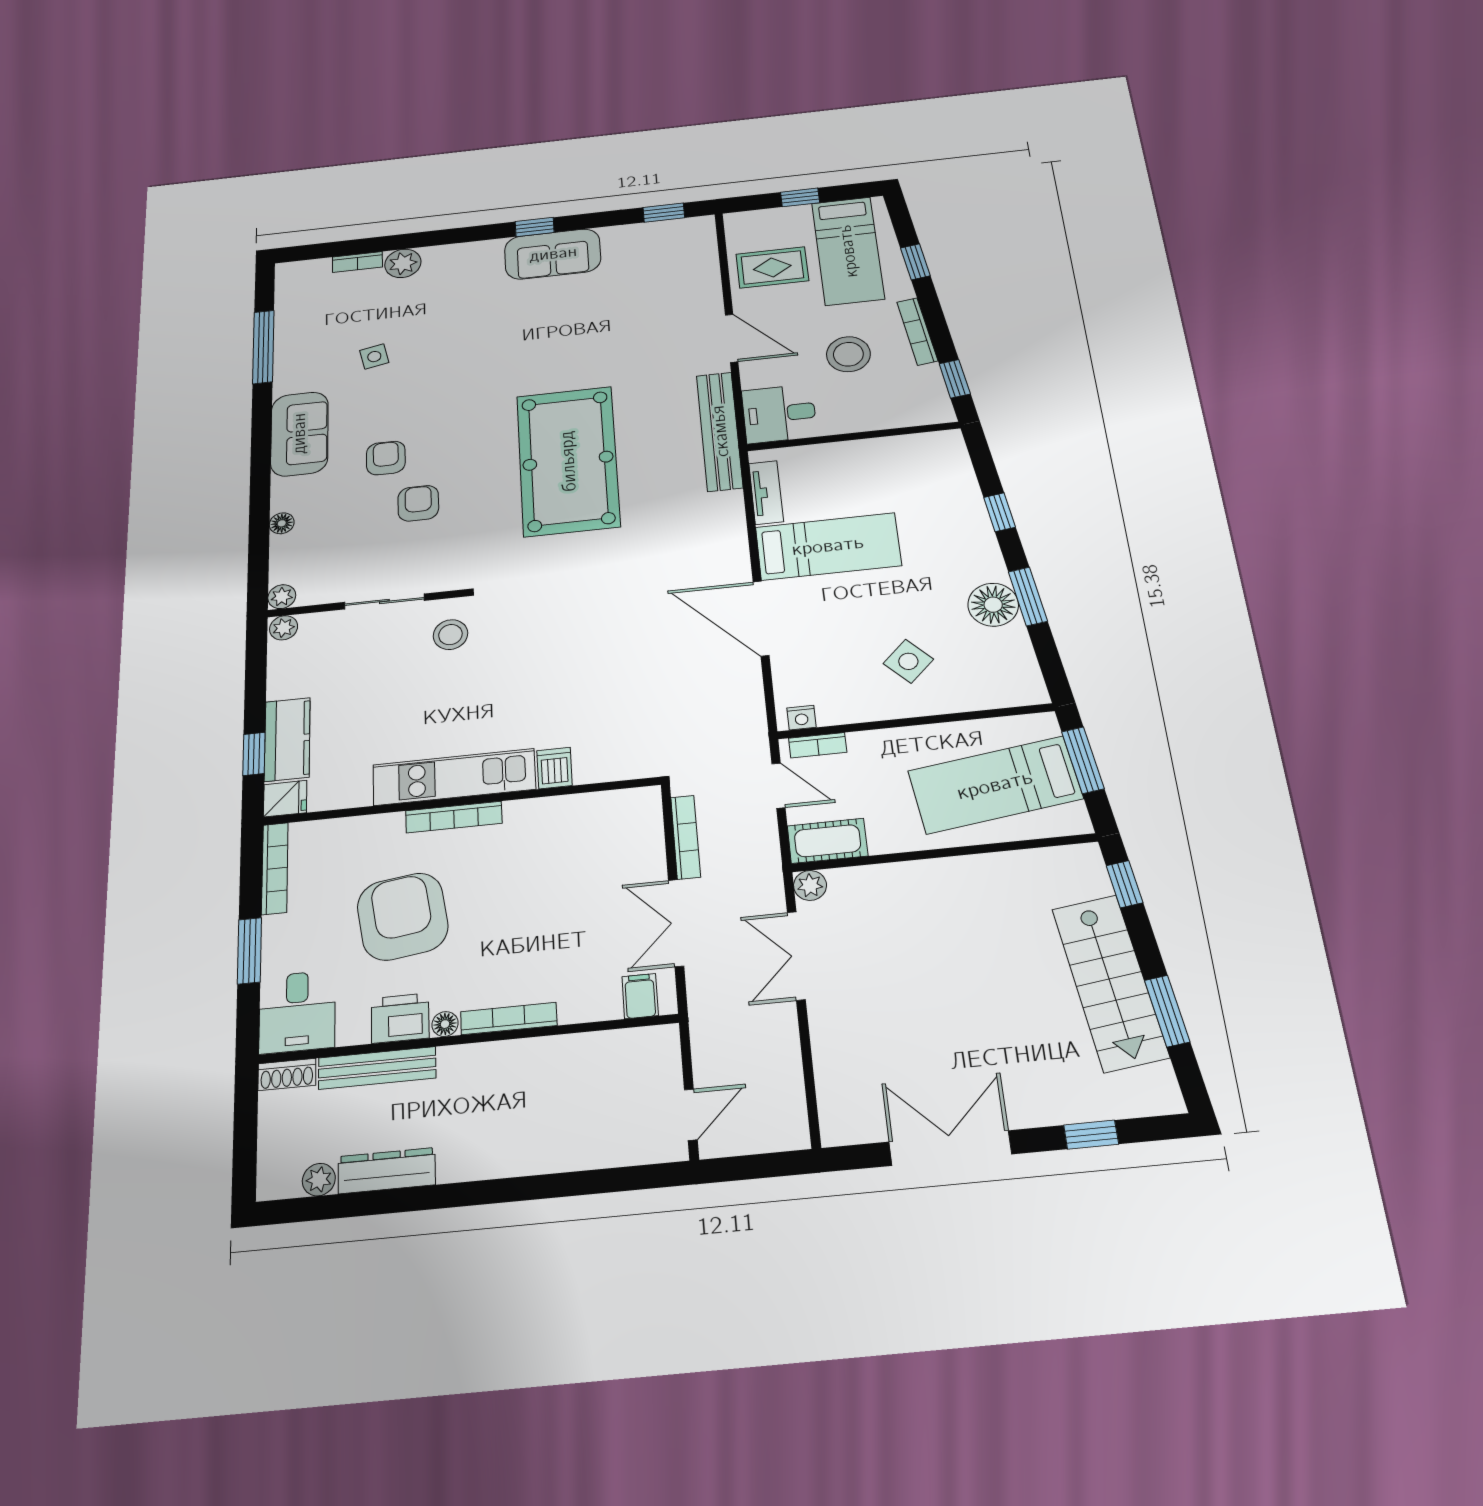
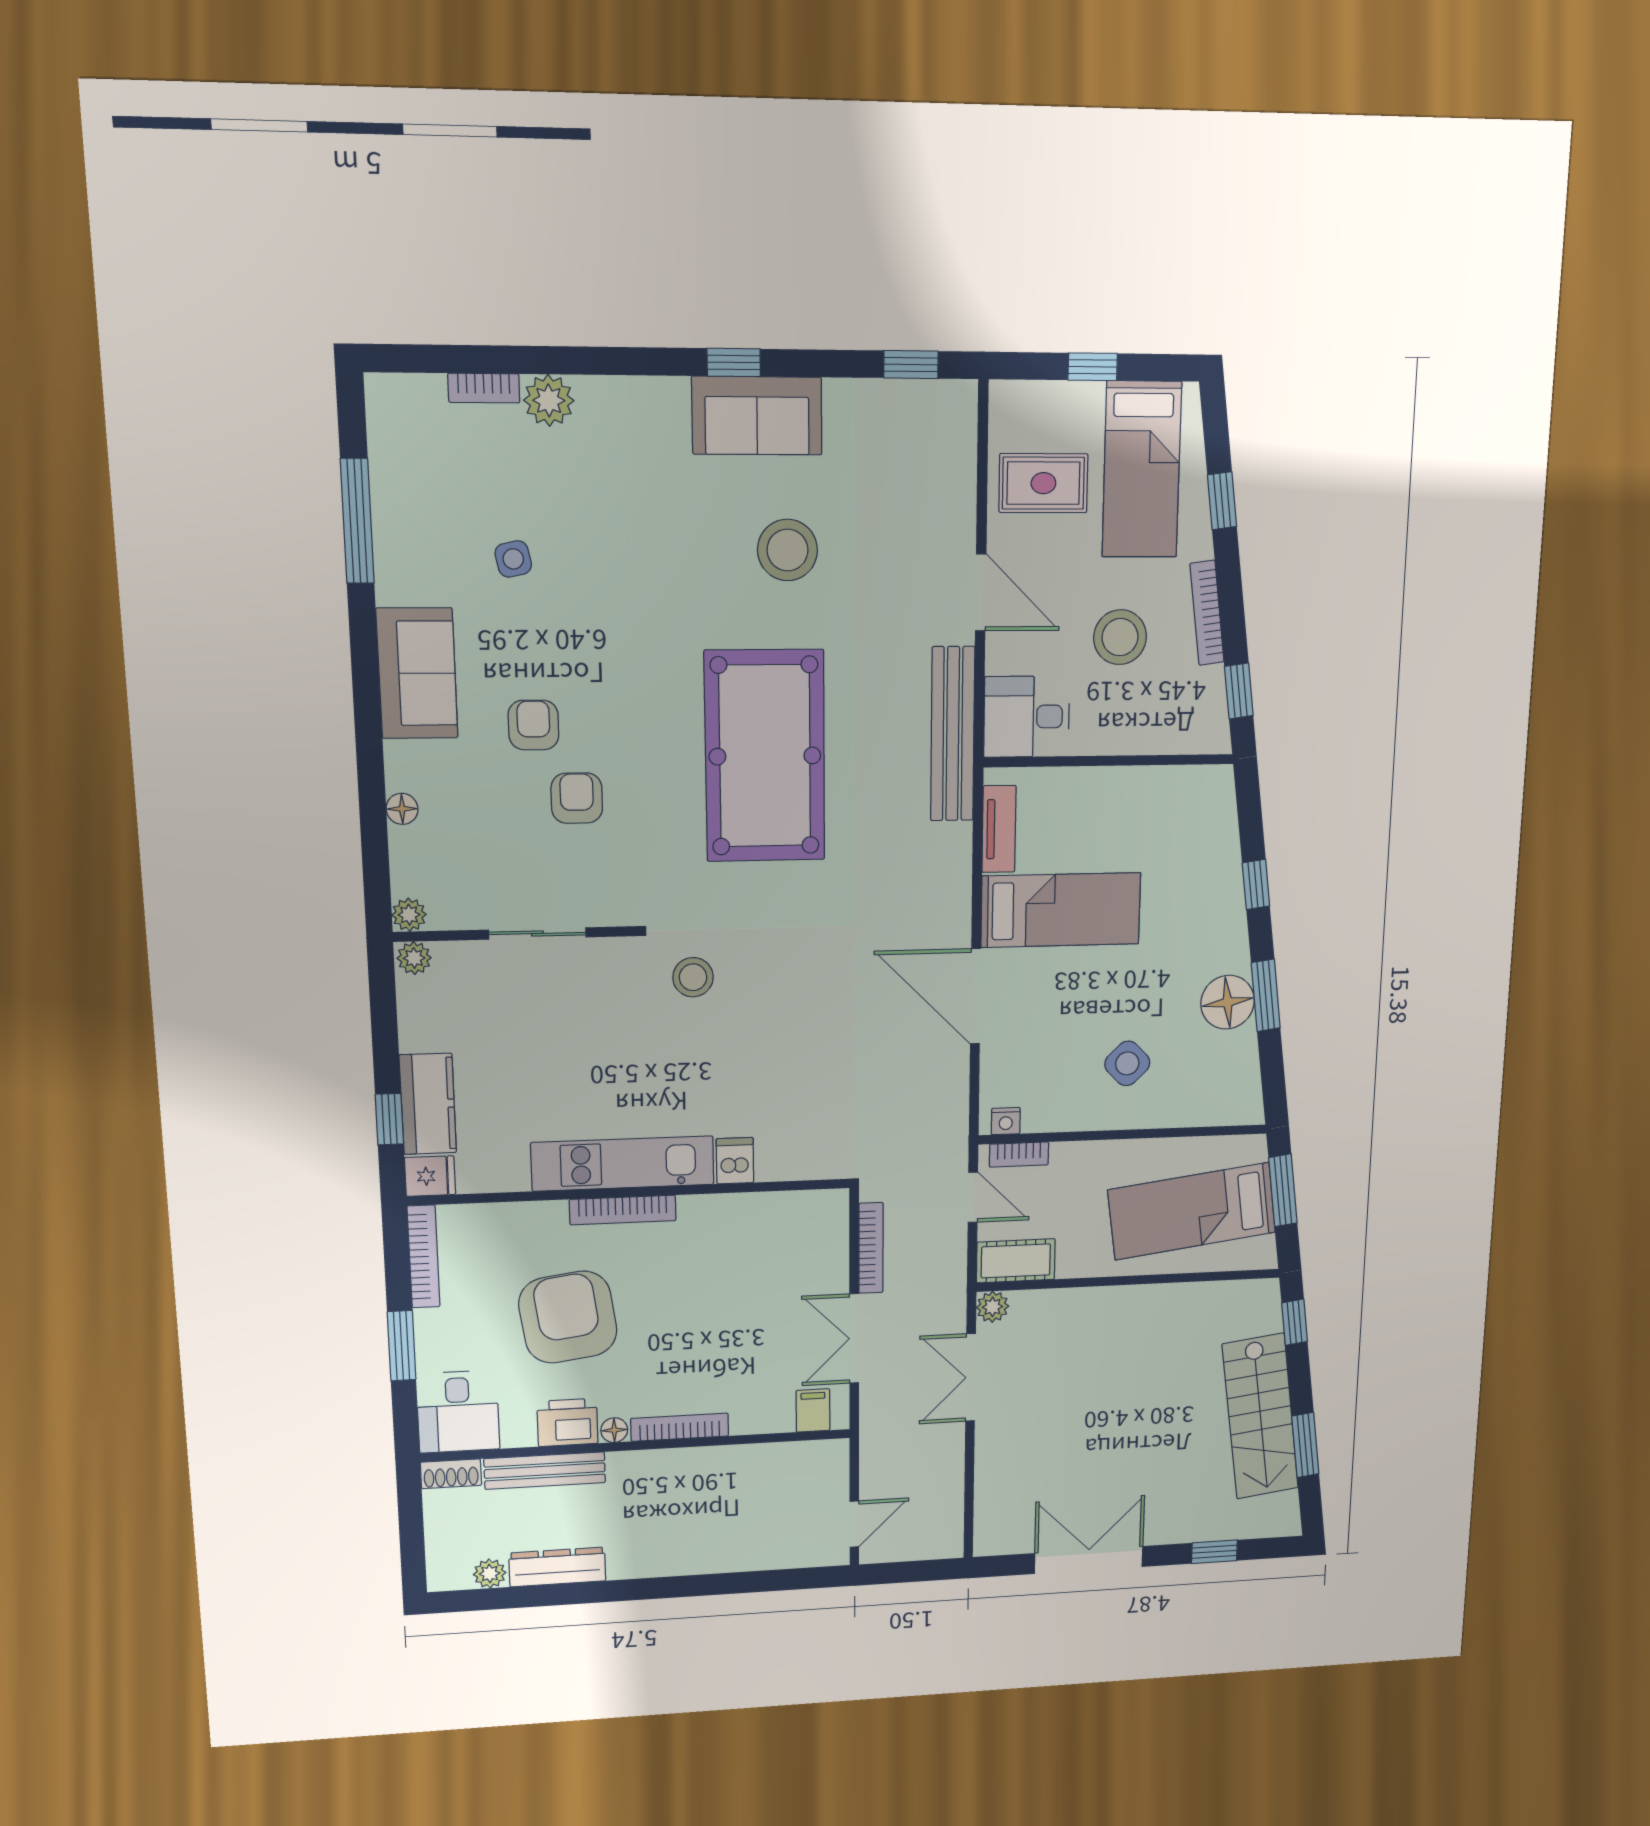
stool: (579, 329) -> (787, 550), added
stool: (450, 635) -> (693, 977), moved

